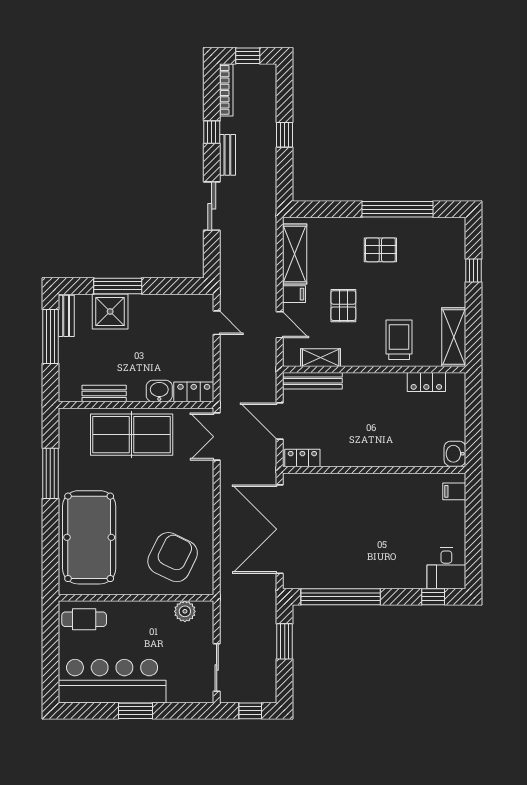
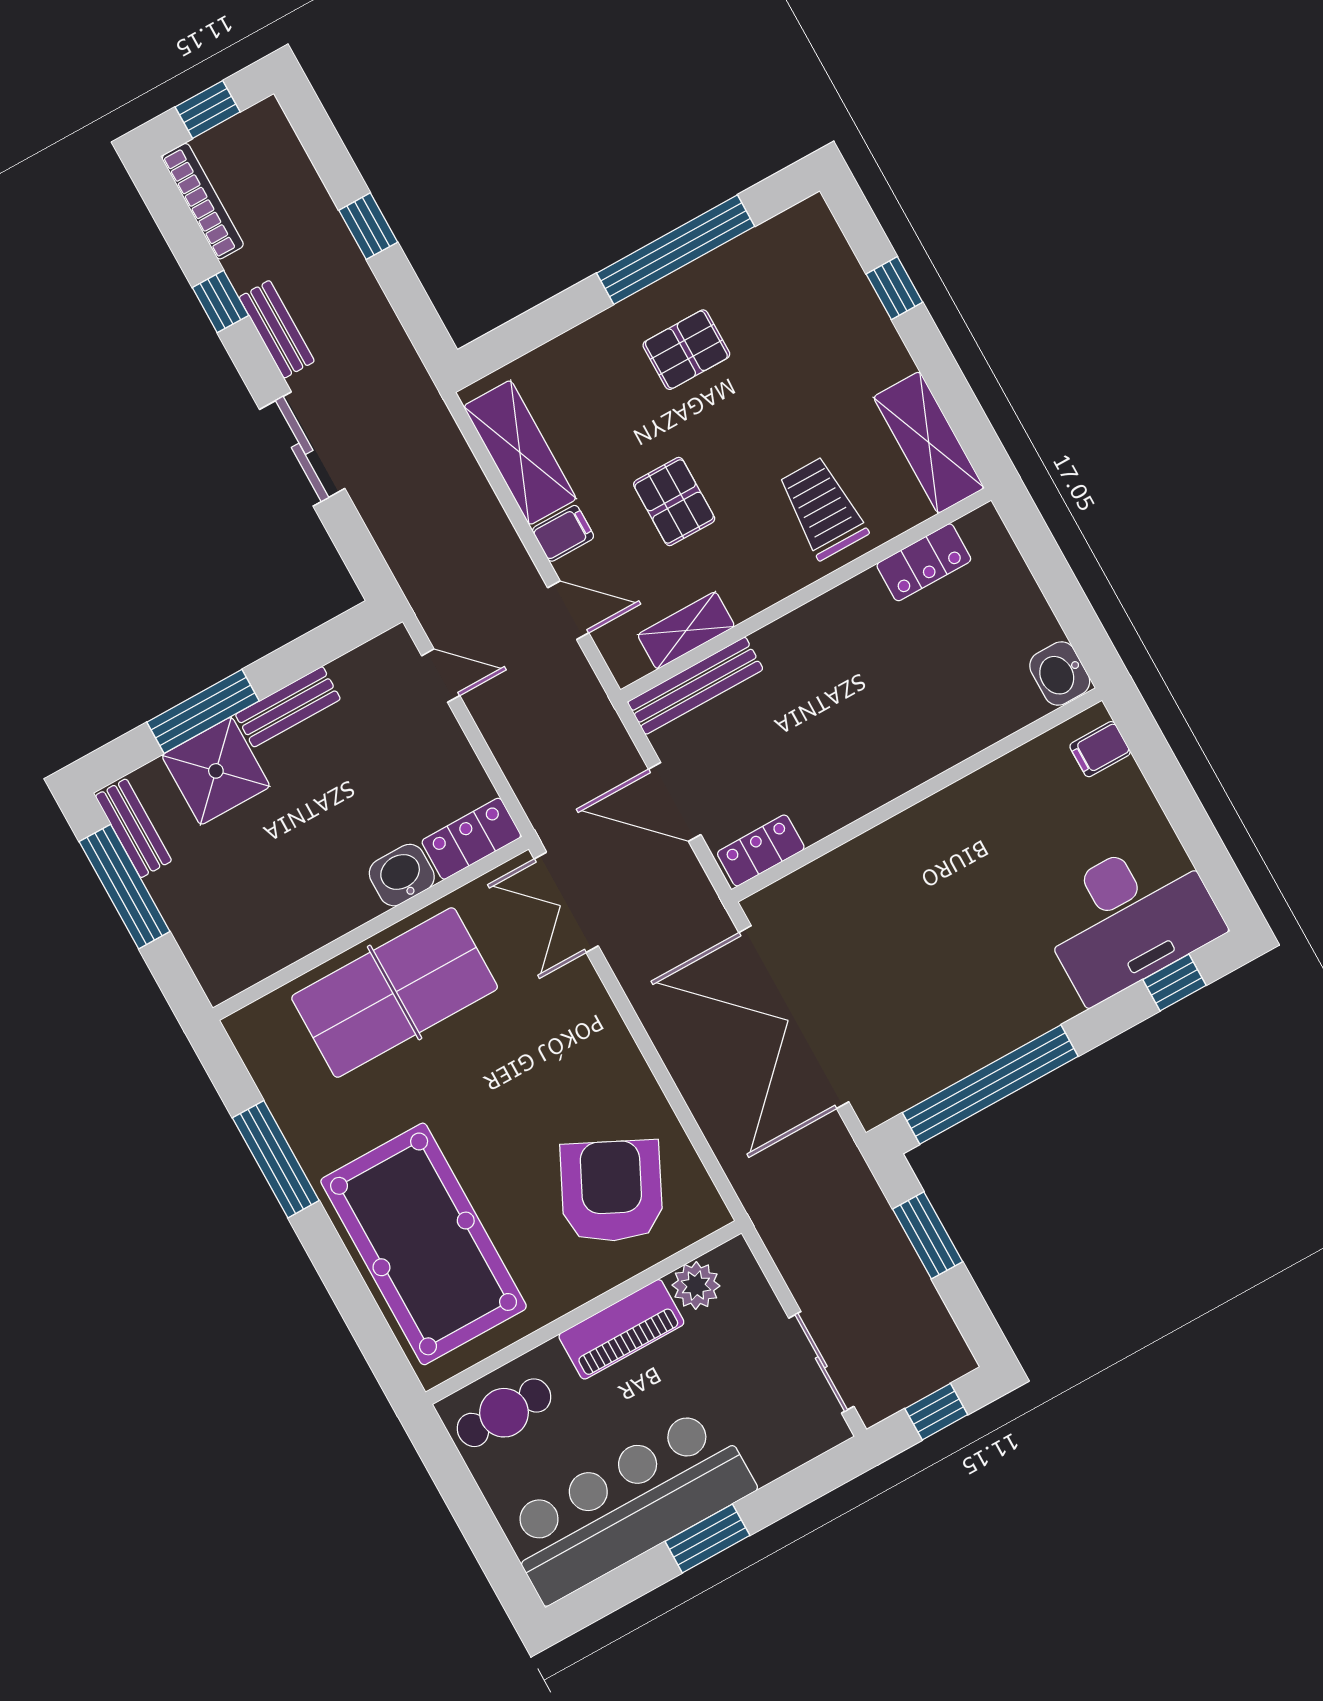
bench: (104, 394) -> (288, 707), moved
desk: (446, 568) -> (1129, 917), width x1.87, depth x1.30
piano: (147, 612) -> (621, 1329), added

